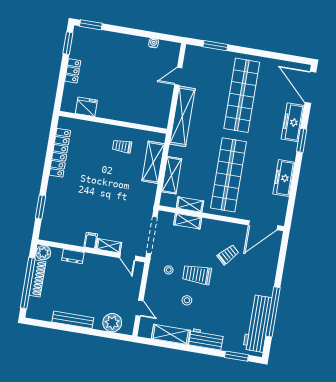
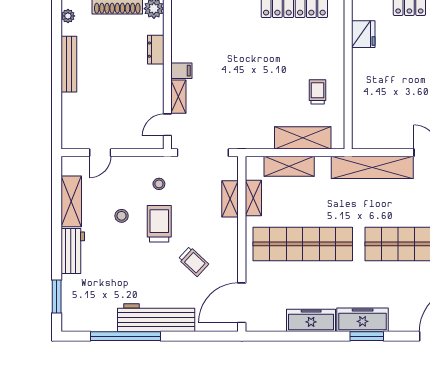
freezer: (293, 122) -> (363, 320), moved
door: (263, 225) -> (242, 303), hinge flipped
plant: (112, 323) -> (68, 16), moved, width x0.53, depth x0.53
workbench: (257, 323) -> (156, 318), moved

